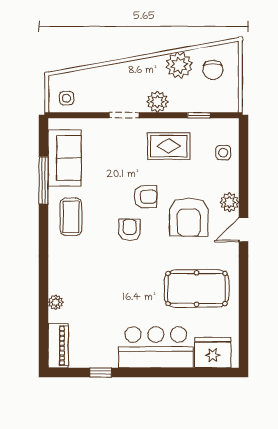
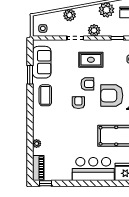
plant: (114, 74) -> (70, 15), added
rug: (169, 146) -> (91, 60), moved
window: (44, 180) -> (30, 75), width x0.69
armchair: (189, 217) -> (112, 96), turned 90
window: (101, 373) -> (46, 183), moved

